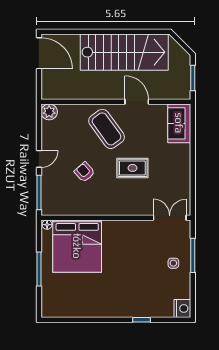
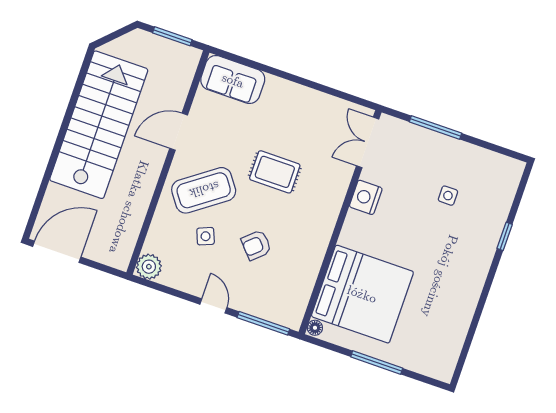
side table: (79, 140) -> (206, 236), added
rug: (132, 168) -> (275, 172), turned 90
side table: (173, 263) -> (448, 196), moved
nightstand: (182, 308) -> (366, 197), moved, turned -90

